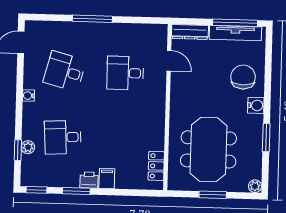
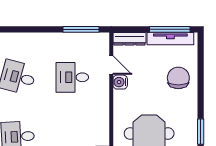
window: (92, 19) -> (81, 29), moved
water cooler: (256, 105) -> (120, 82), moved, turned 180

